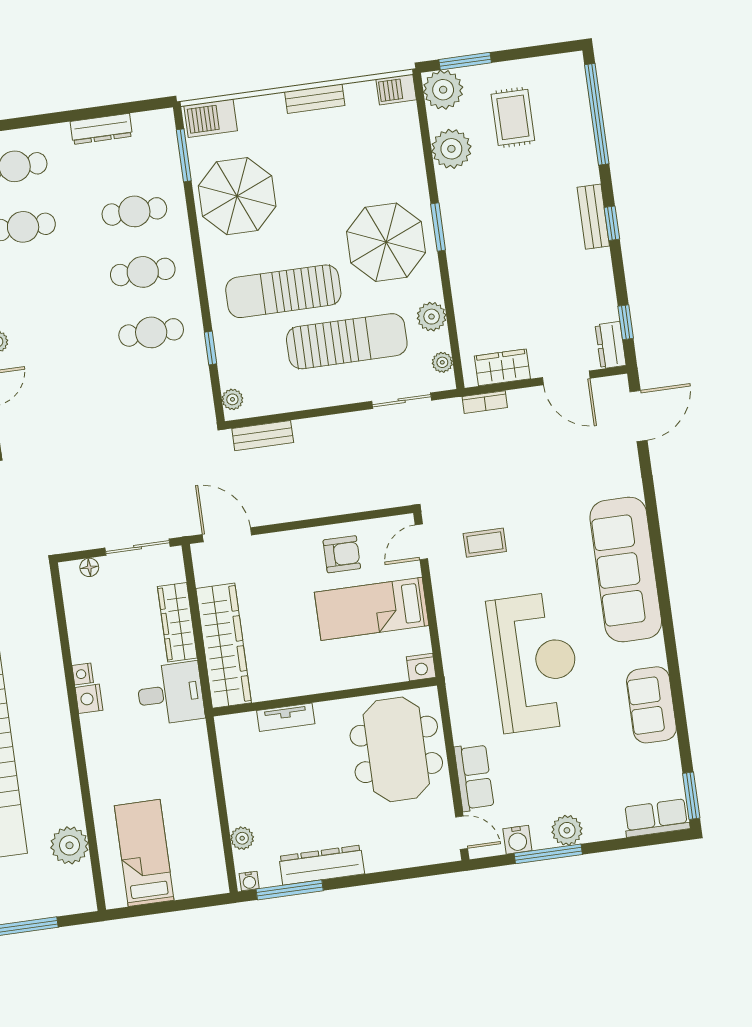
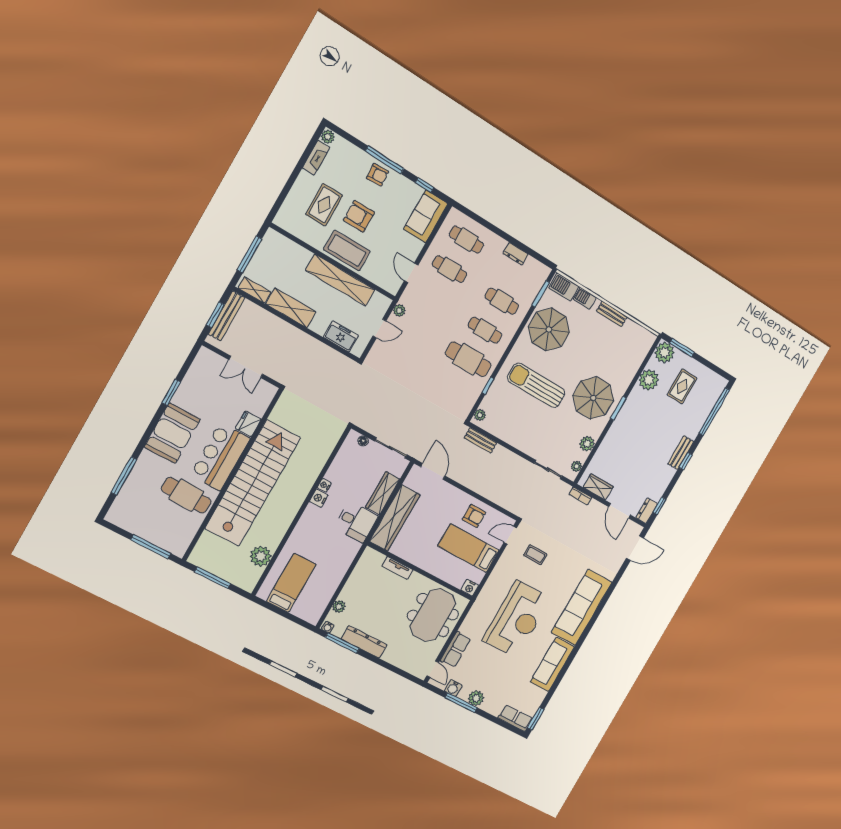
barbecue: (396, 89) -> (585, 298), moved
dresser: (101, 129) -> (516, 254), width x0.70
cafe table: (151, 332) -> (468, 359), width x1.37, depth x1.35
sun lounger: (347, 341) -> (545, 427), removed
sofa: (651, 705) -> (552, 664), width x1.36

